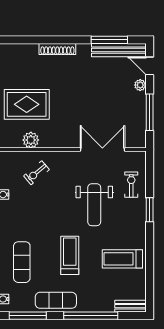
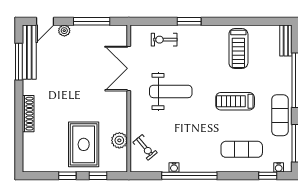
exercise bike: (36, 173) -> (145, 147), moved
weight bench: (94, 205) -> (171, 91), moved

